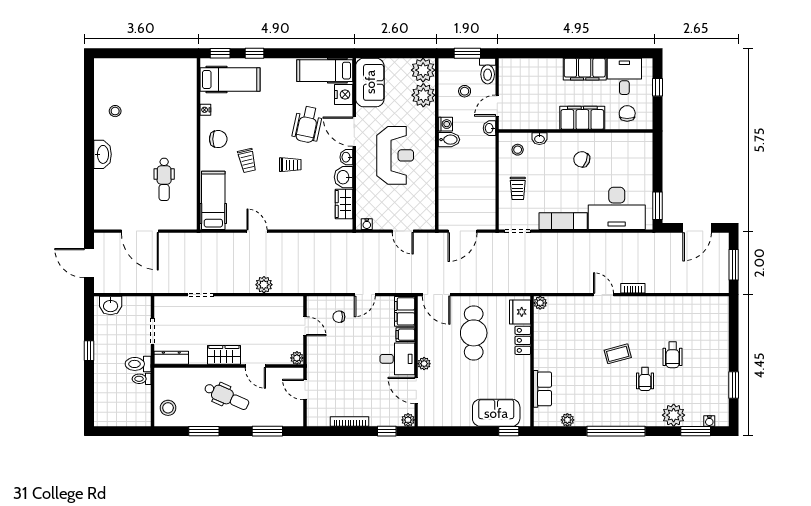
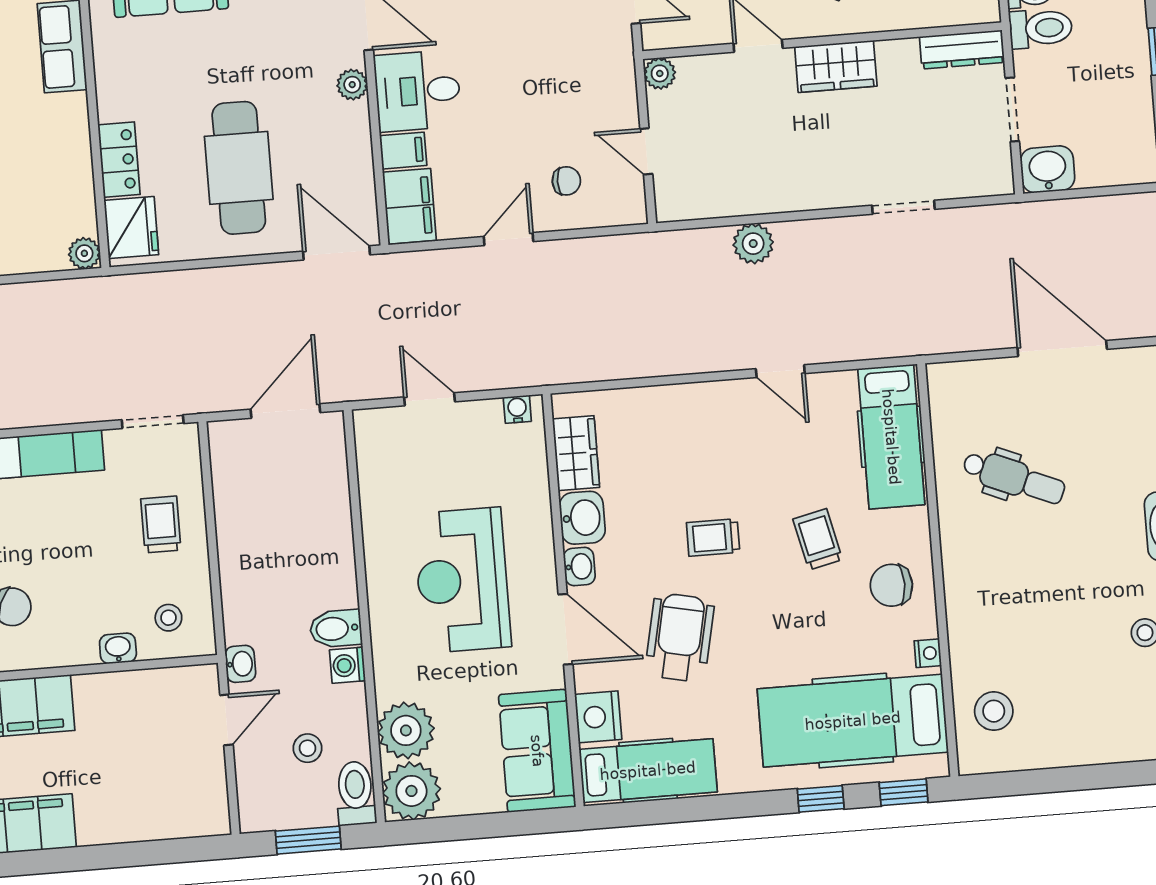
toilet: (488, 71) -> (356, 793), moved
hospital bed: (230, 80) -> (853, 721), width x1.37, depth x1.29
stool: (180, 84) -> (994, 711), added
dental chair: (164, 179) -> (1014, 478), turned 113
washbasin: (111, 305) -> (1048, 169), moved

